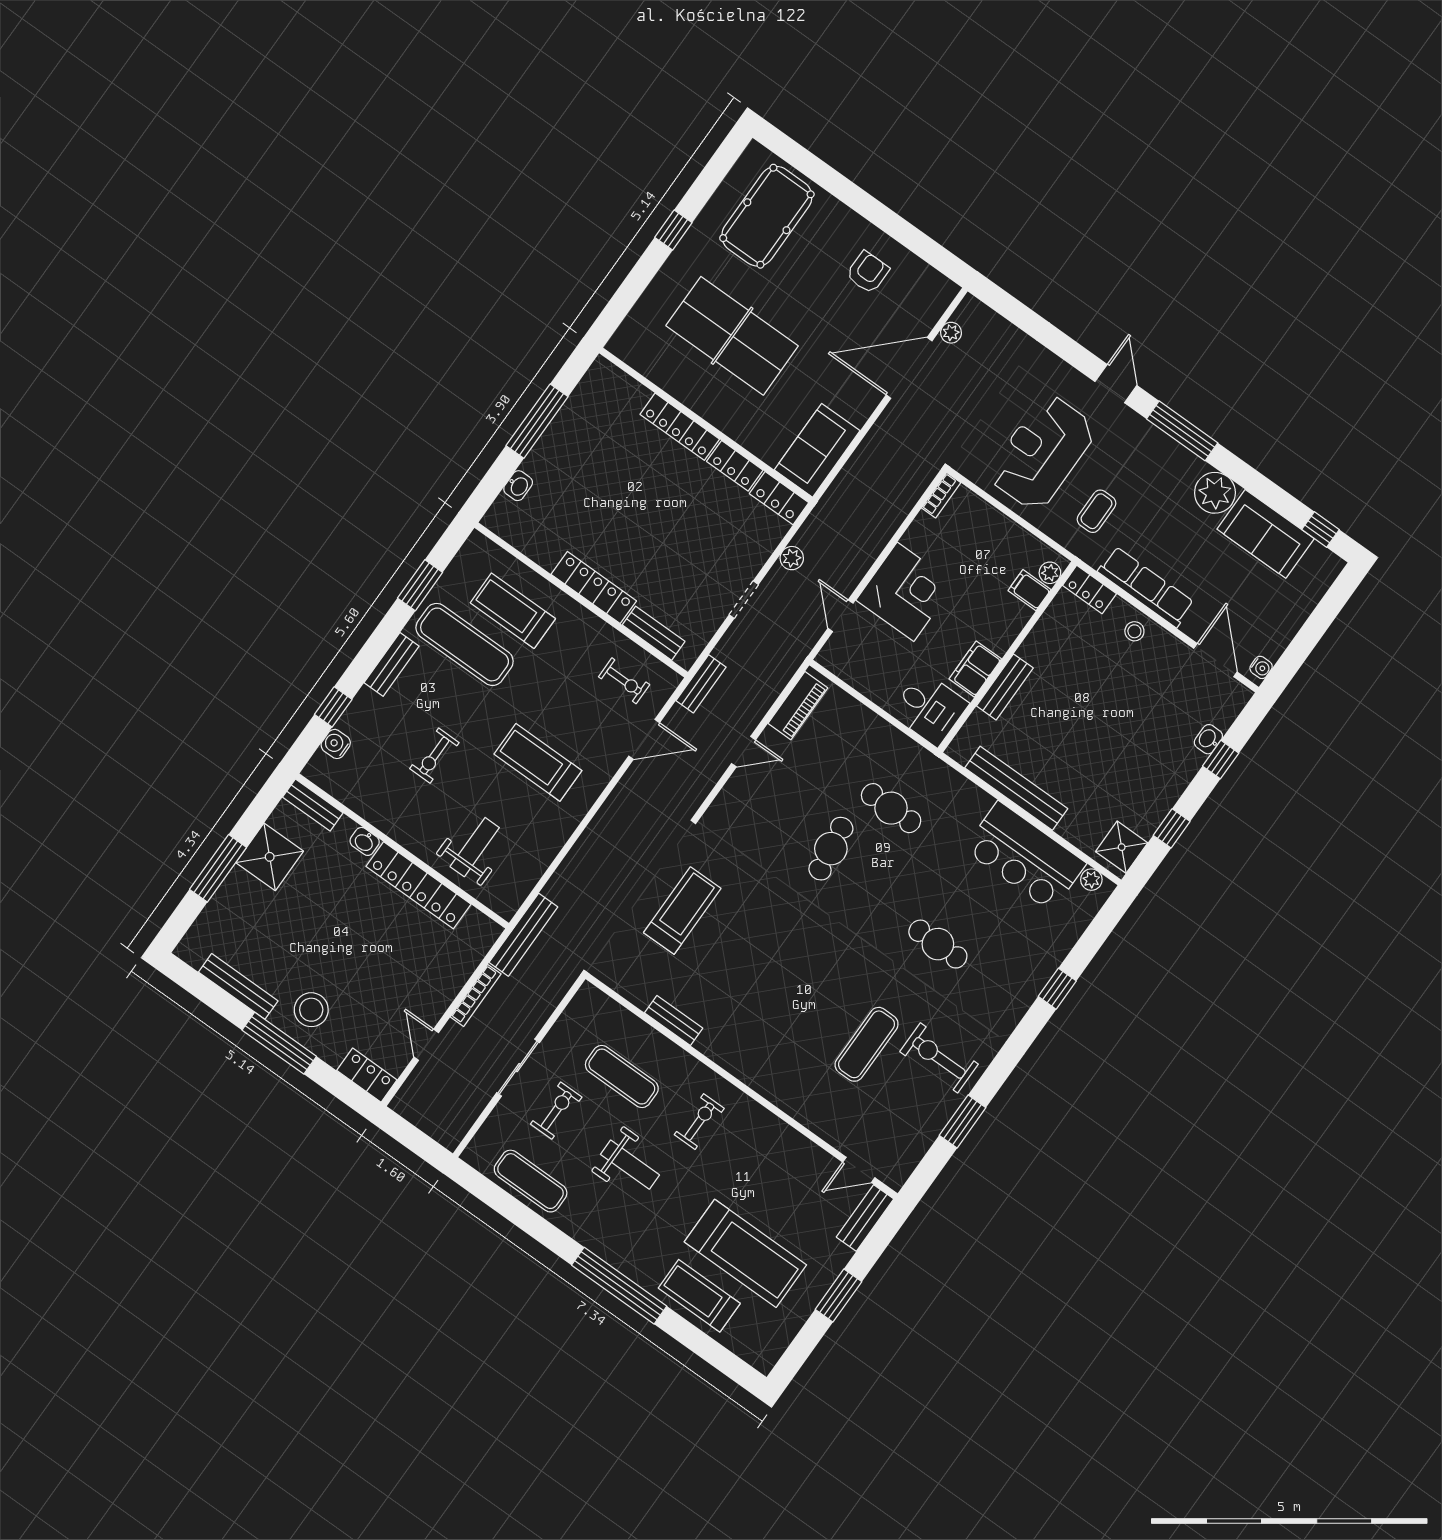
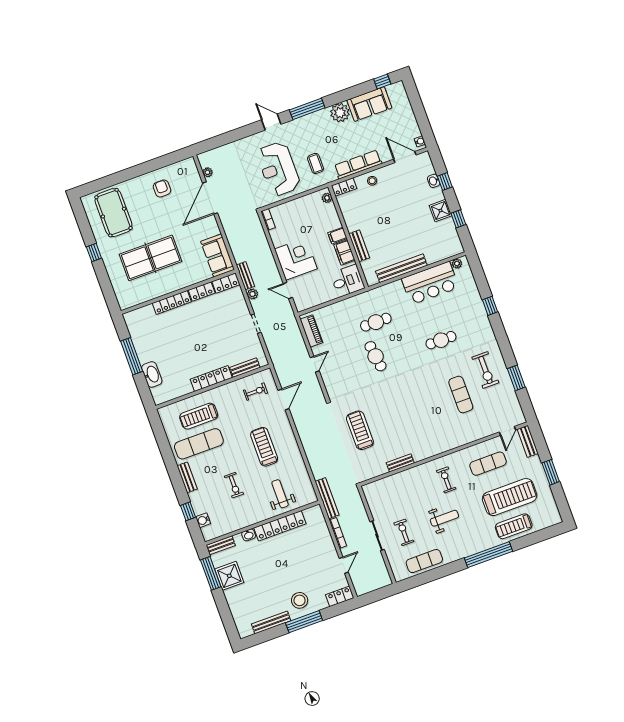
washbasin: (518, 486) -> (152, 374), width x1.91, depth x1.45
window: (420, 585) -> (164, 445), removed
filing cabinet: (1029, 590) -> (337, 236), moved
bench: (701, 684) -> (245, 276), moved
treadmill: (538, 762) -> (264, 447), turned 90
shower: (1122, 847) -> (440, 211), moved
window: (218, 868) -> (211, 573), moved
door: (426, 1045) -> (344, 565), swing flipped
exercise bike: (939, 1058) -> (485, 370), turned -90
exercise mat: (622, 1077) -> (488, 464), moved

